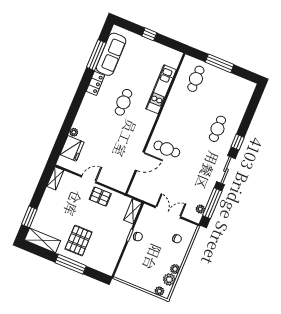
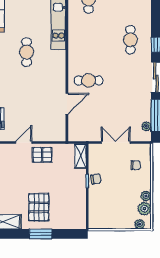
window: (71, 264) -> (41, 234), width x0.69

